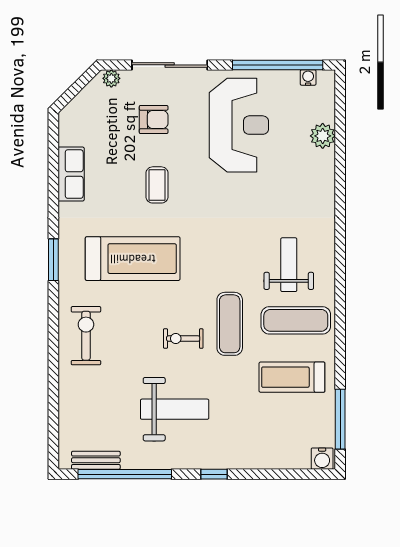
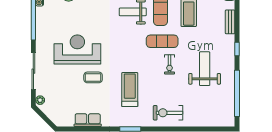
armchair: (154, 120) -> (61, 79), removed
reception desk: (239, 125) -> (77, 49), moved
treadmill: (133, 259) -> (130, 90), width x0.73, depth x0.73
bench: (96, 460) -> (230, 22), moved

